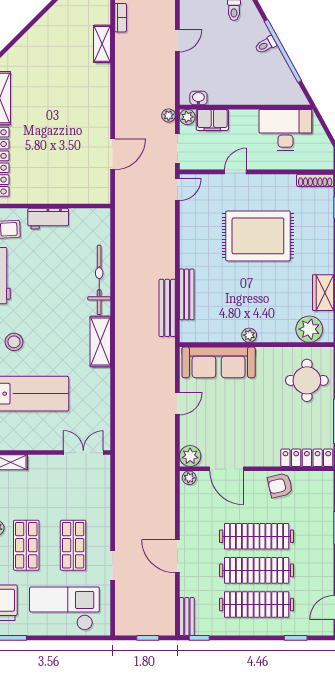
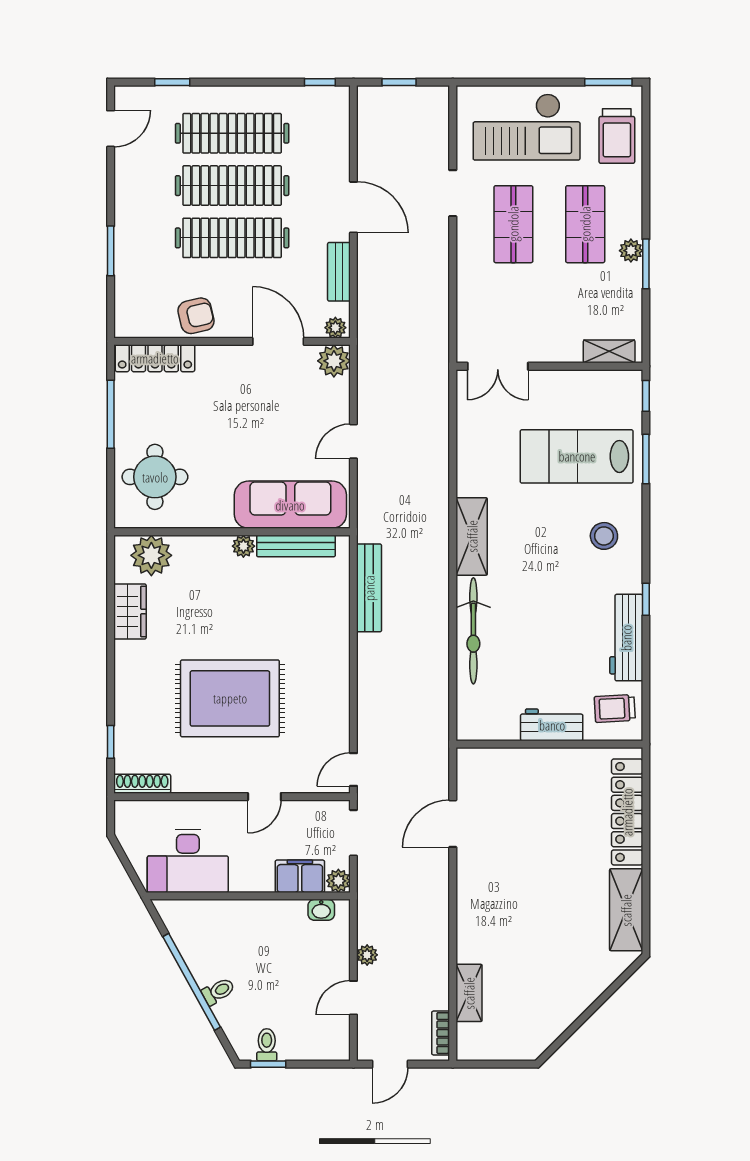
plant: (169, 115) -> (367, 955), moved
bench: (187, 294) -> (296, 546), moved, turned 90
bench: (187, 617) -> (339, 272), moved

